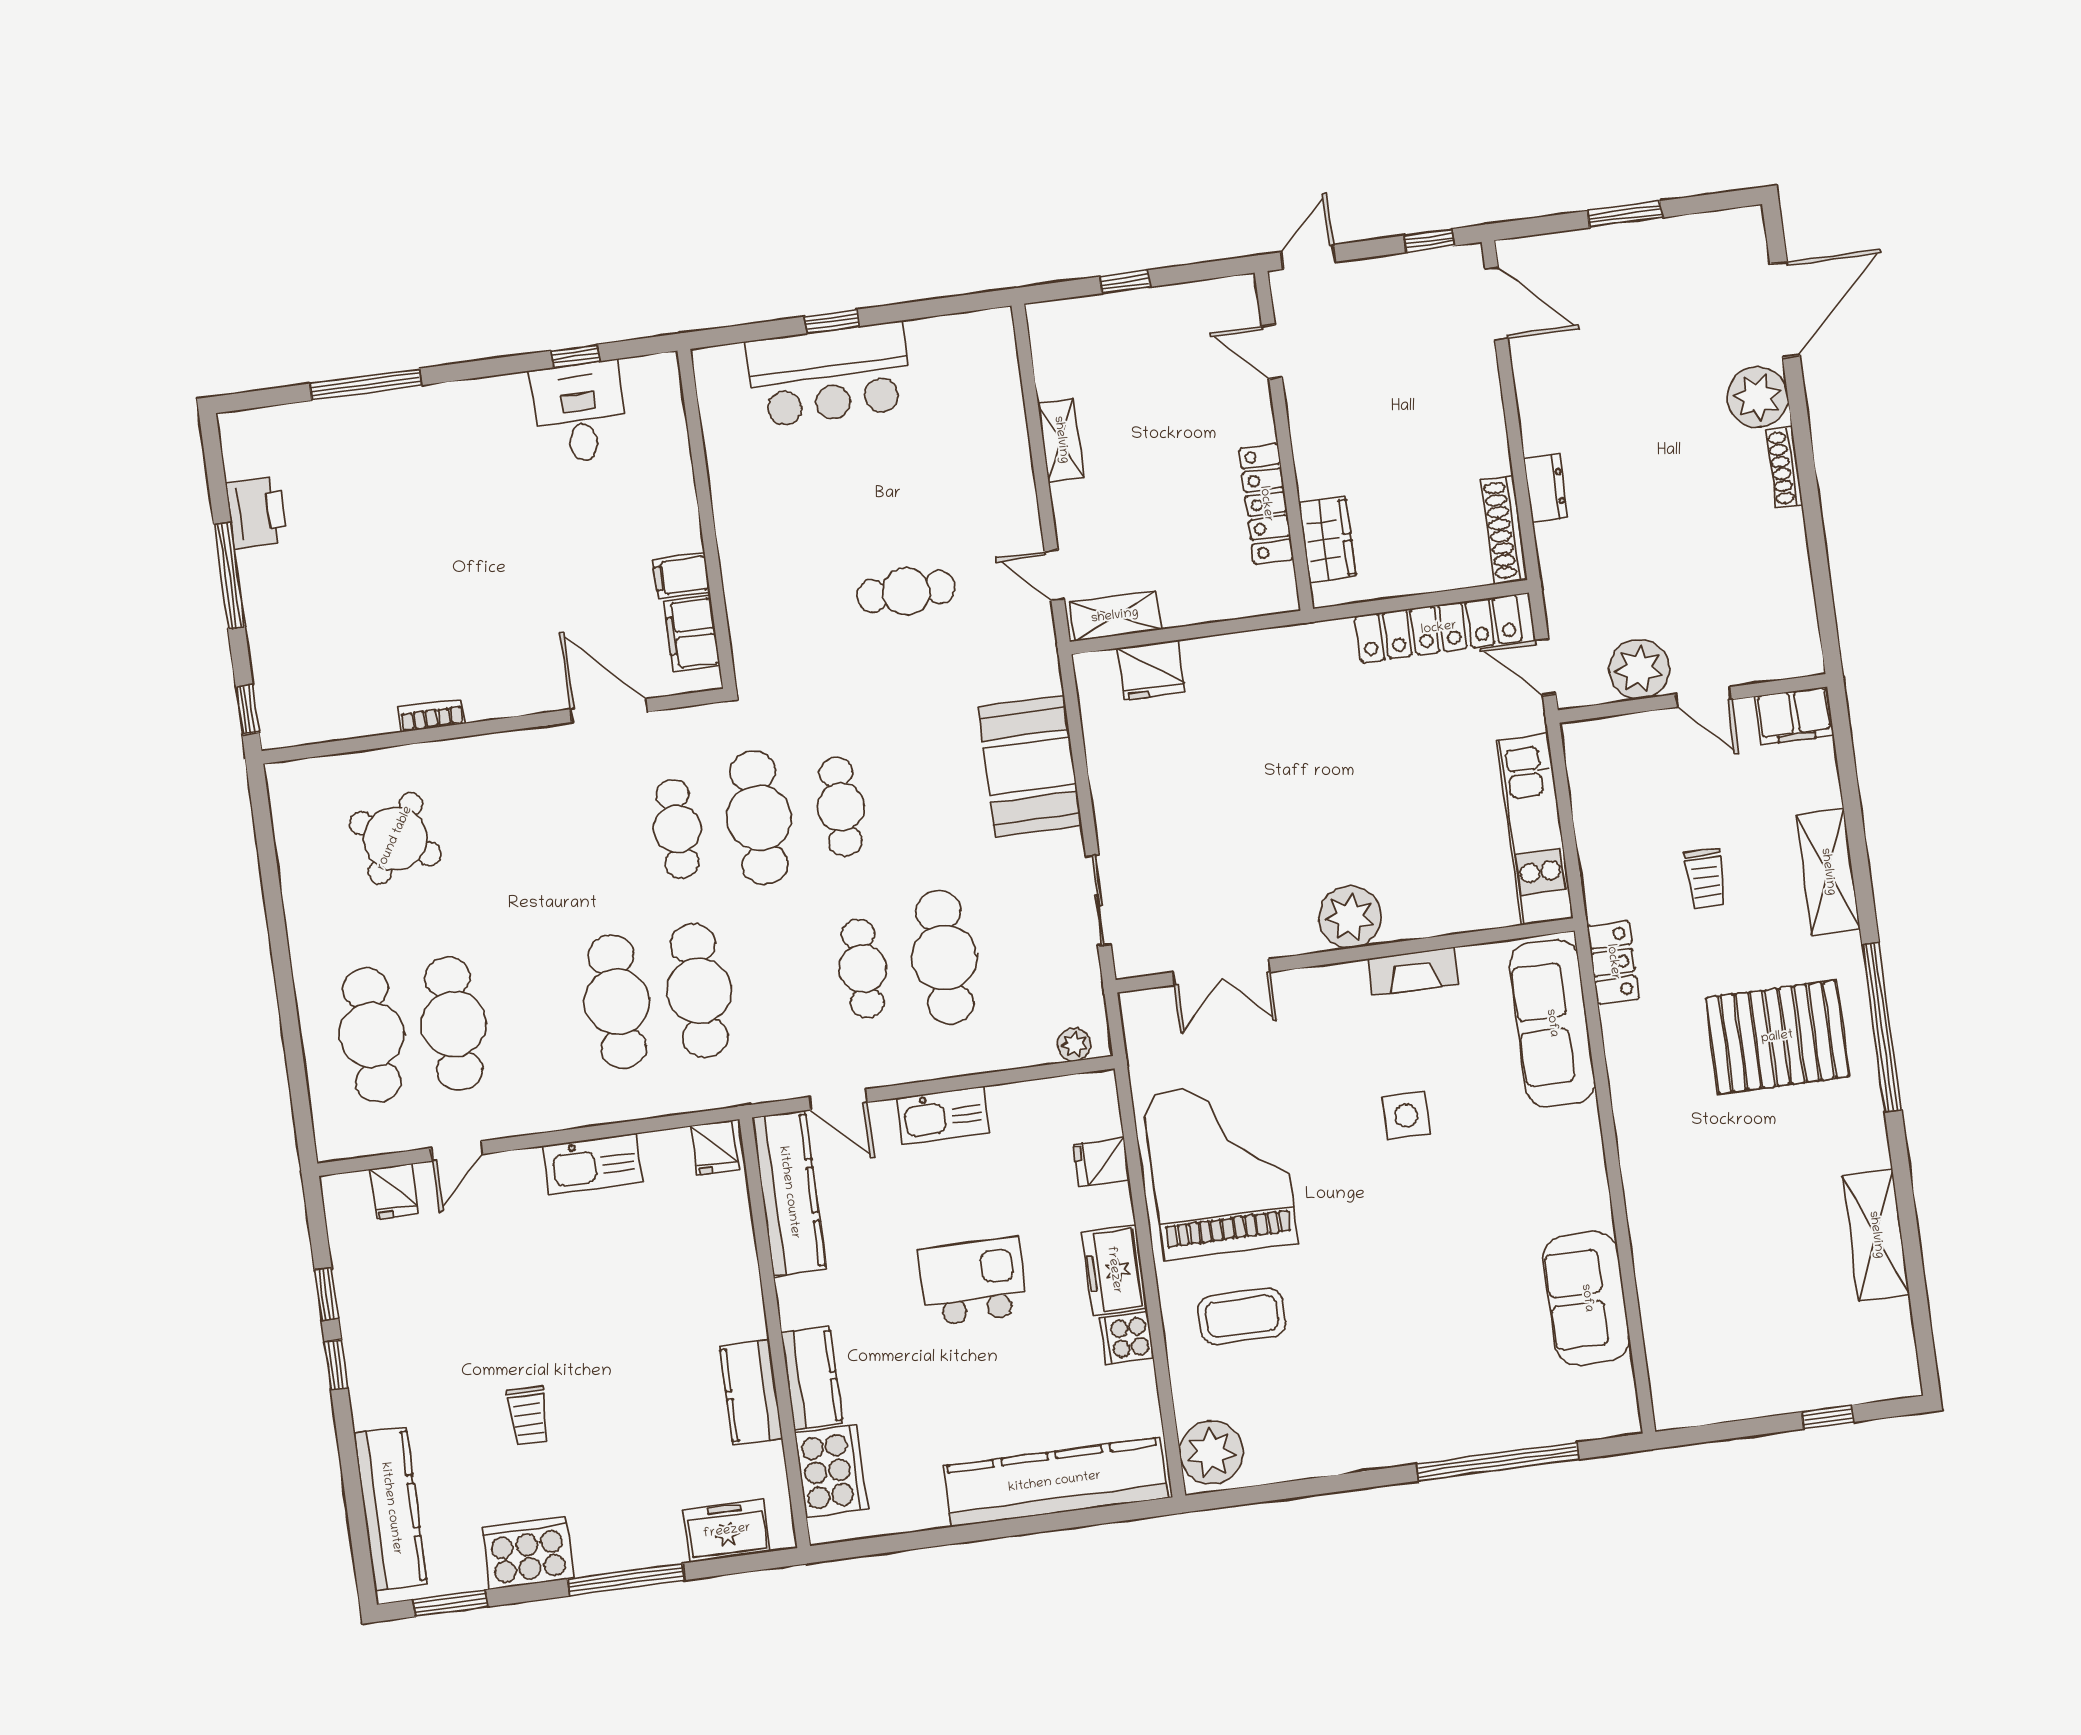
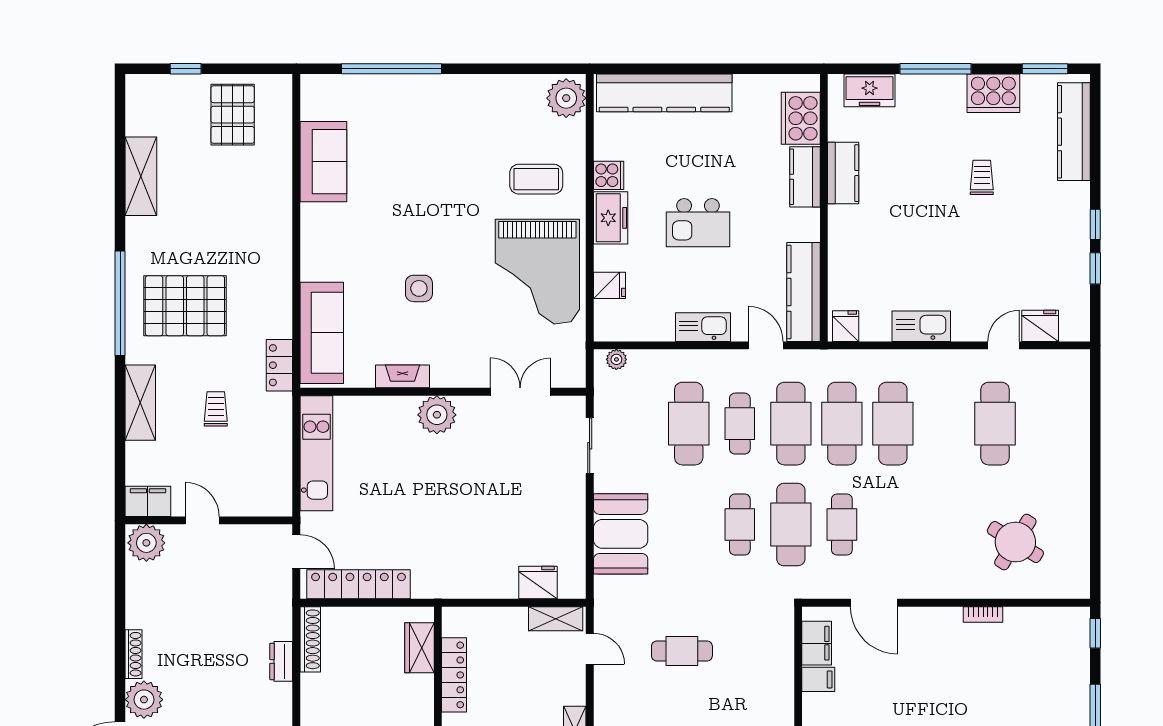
plant: (1639, 669) -> (146, 543), moved
cafe table: (372, 1035) -> (791, 424), moved
fridge: (394, 1191) -> (1040, 326), width x1.38
pallet: (1742, 1354) -> (233, 115), added

